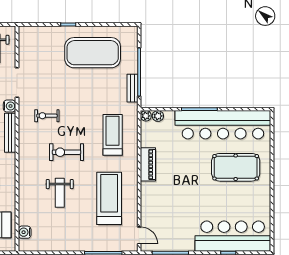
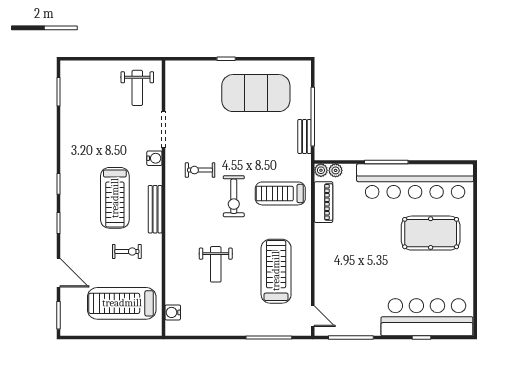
bench: (10, 133) -> (155, 209), moved
treadmill: (113, 135) -> (280, 193), turned -90
exercise bike: (66, 152) -> (234, 196), moved, turned -90
piano: (148, 164) -> (324, 202), moved

